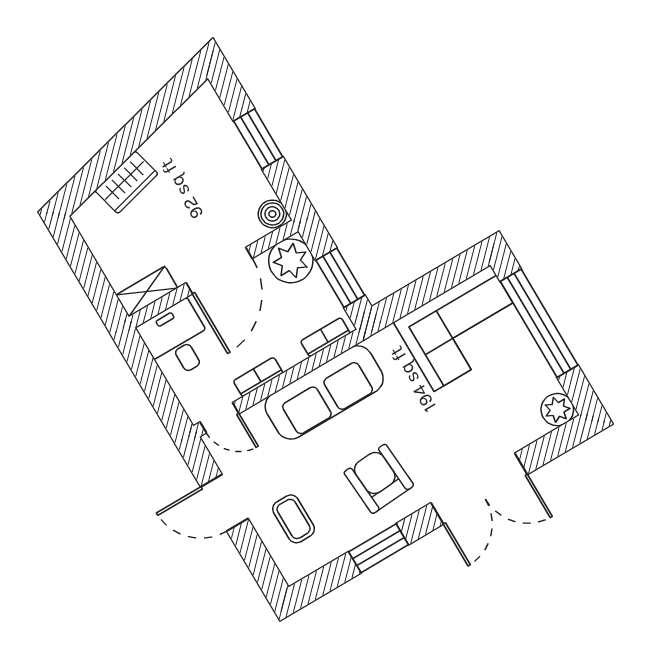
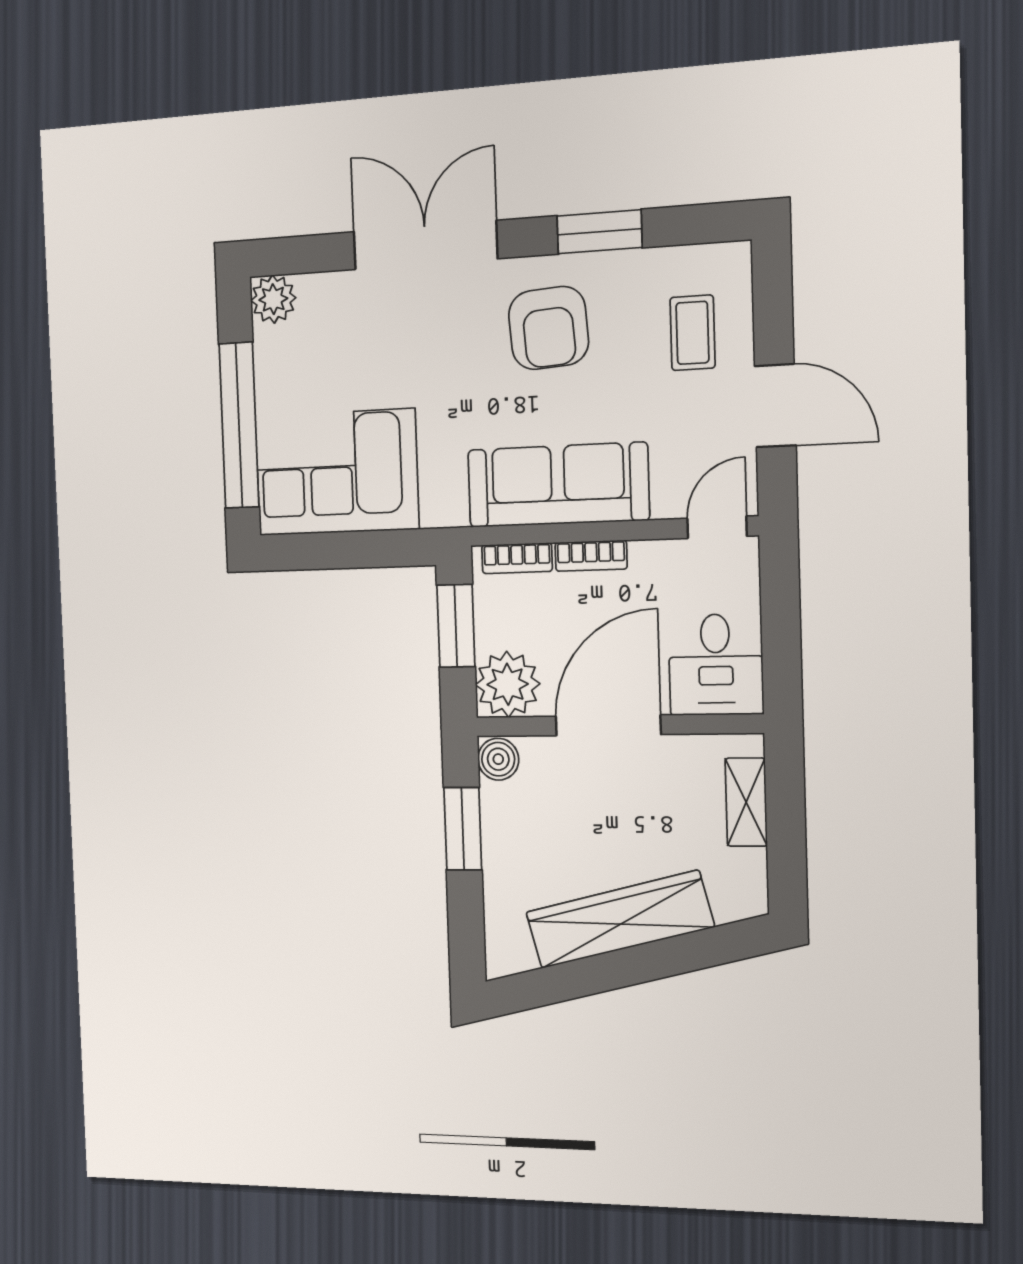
window: (258, 139) -> (463, 829), moved
wardrobe: (126, 182) -> (619, 920), width x2.10, depth x1.17
shelving: (147, 292) -> (746, 802), moved, turned 90
bookcase: (258, 377) -> (591, 556), moved
door: (219, 418) -> (717, 527), hinge flipped

